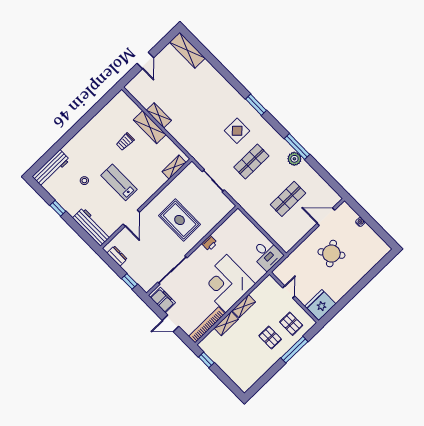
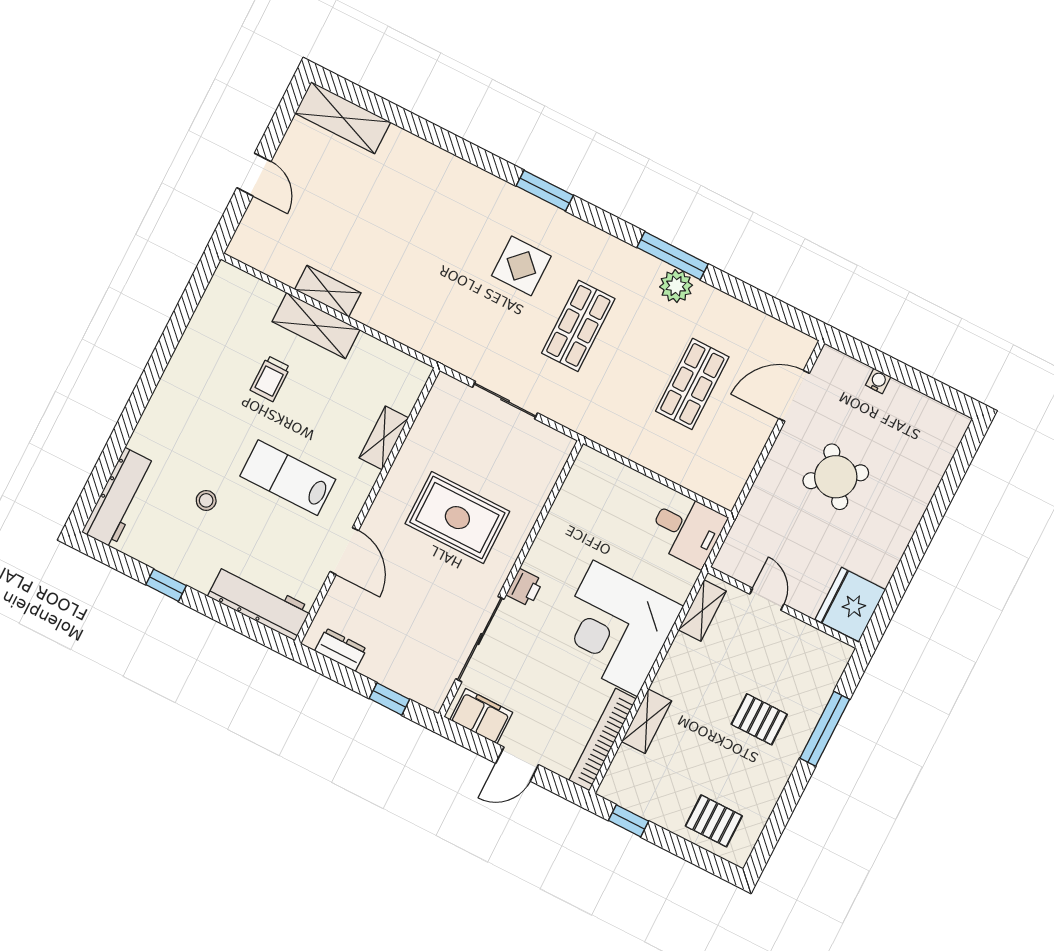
shelving: (174, 167) -> (384, 438), moved
printer: (209, 243) -> (525, 588), moved
shelving: (244, 306) -> (702, 610), moved
pallet: (291, 324) -> (714, 821), moved

